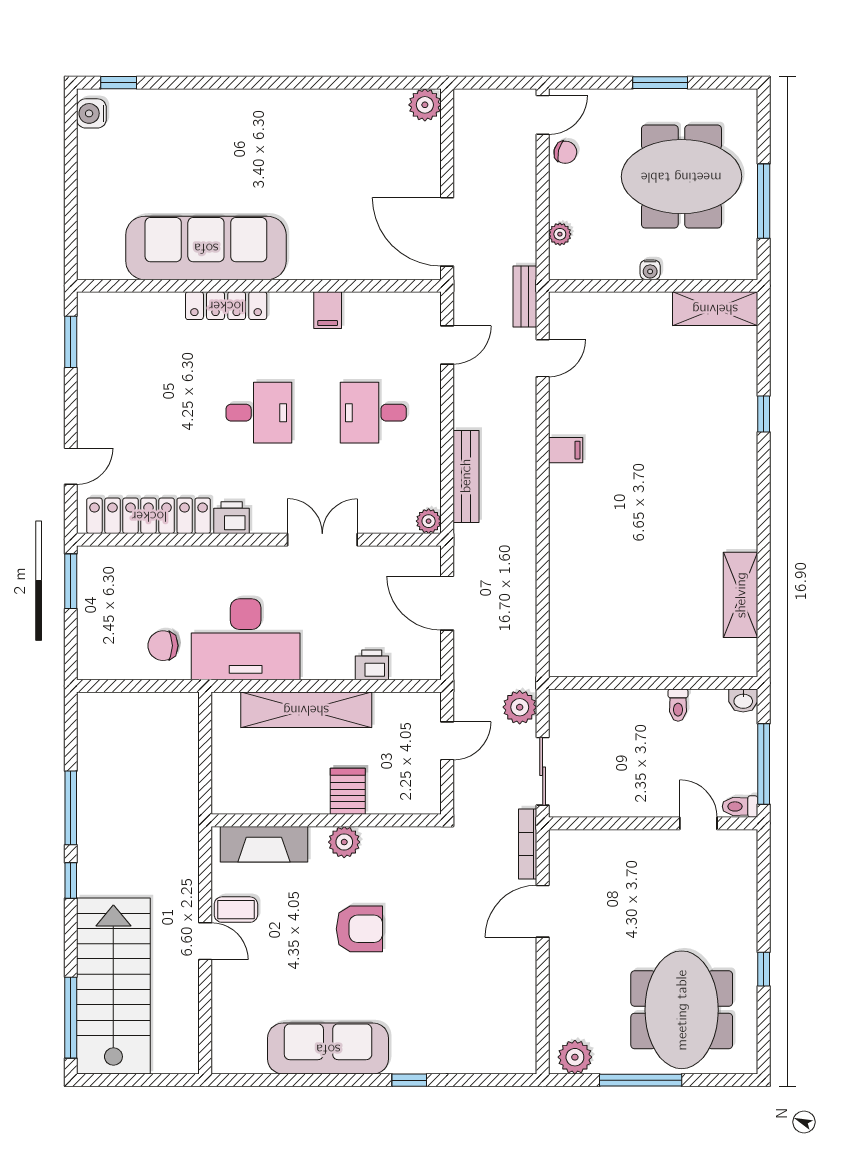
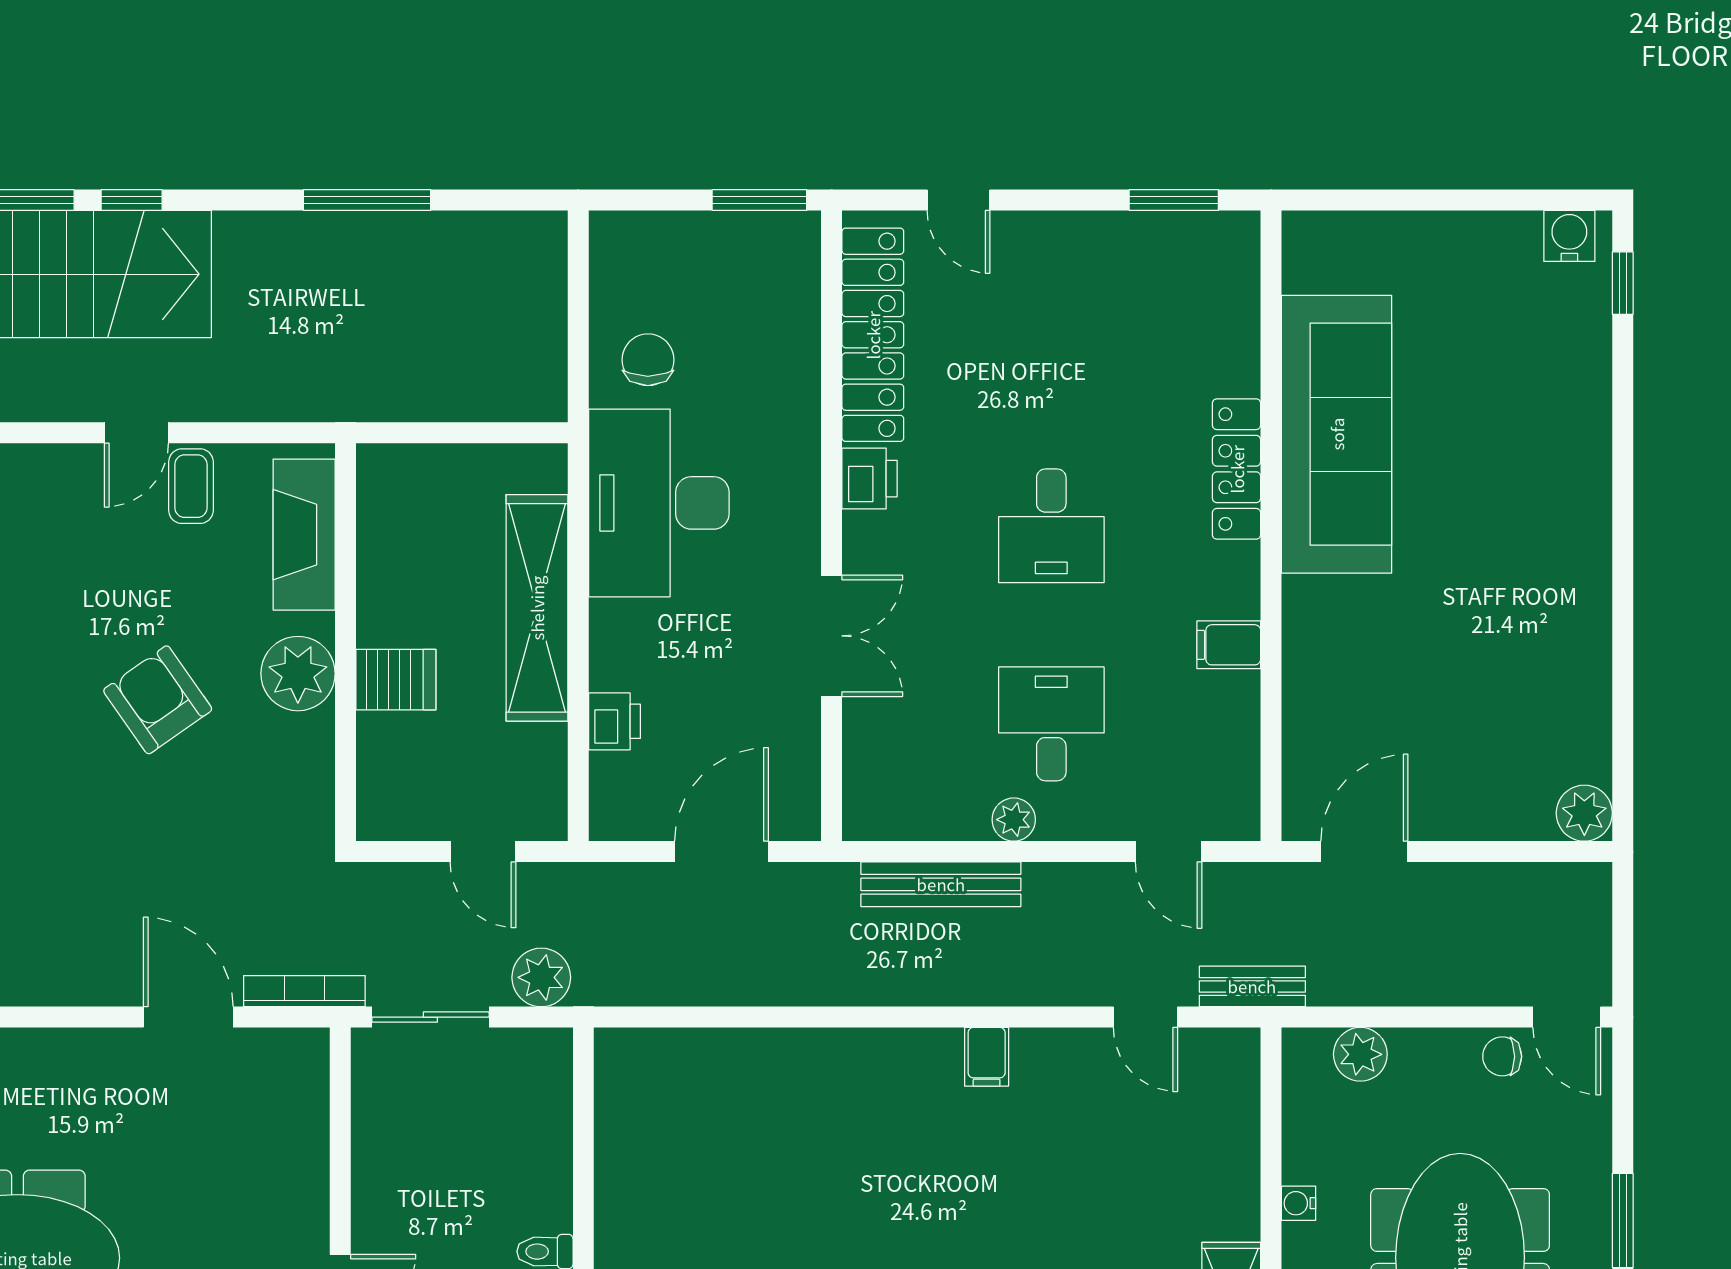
chair: (565, 152) -> (1502, 1056), turned 76
door: (447, 232) -> (1364, 852), width x0.73
plant: (560, 234) -> (1360, 1054), width x1.38, depth x1.38
plant: (429, 521) -> (1014, 820), moved
plant: (344, 842) -> (298, 674), width x1.36, depth x1.36
window: (71, 881) -> (132, 200), moved
armchair: (359, 929) -> (158, 700), turned 145

